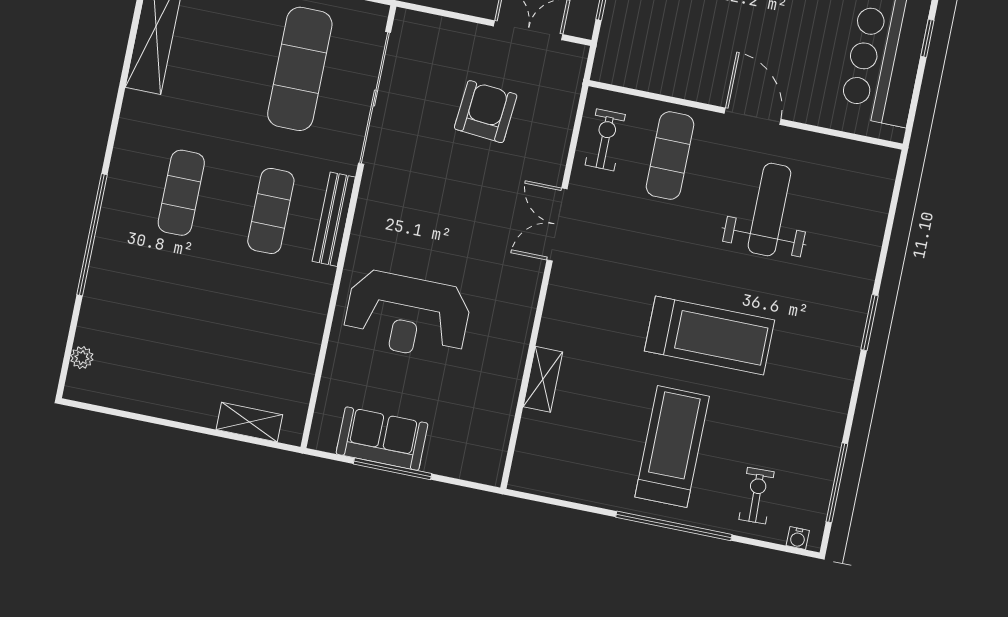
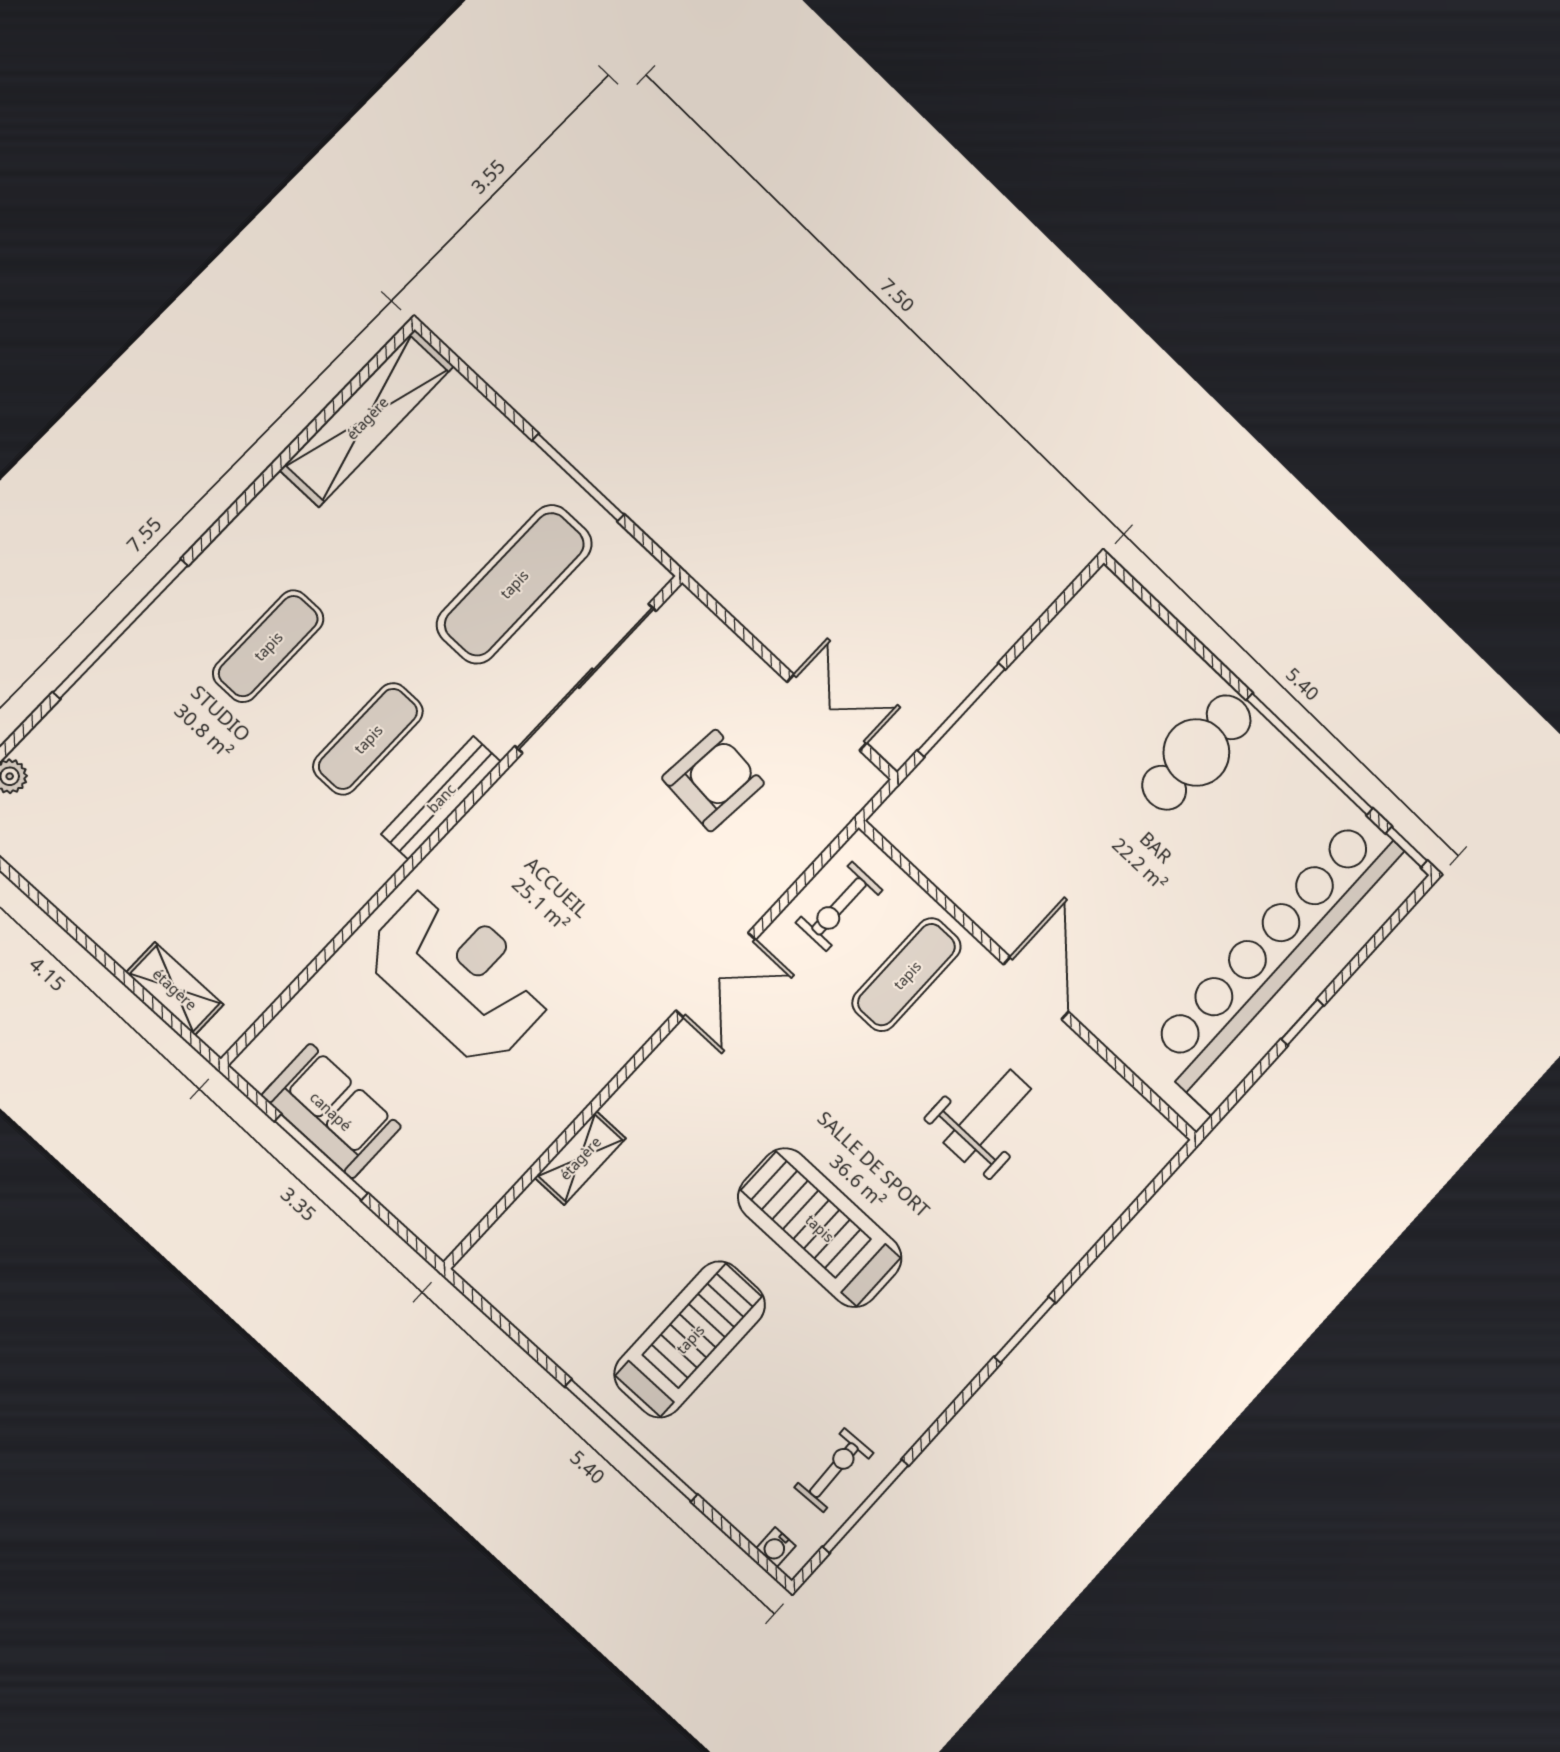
exercise bike: (605, 140) -> (839, 906), turned 180
weight bench: (769, 210) -> (987, 1116), width x0.73, depth x0.75
double door: (557, 224) -> (716, 975), swing flipped
reception desk: (407, 315) -> (459, 974), turned 180
treadmill: (709, 336) -> (820, 1228), turned 180
exercise bike: (757, 496) -> (834, 1470), moved

